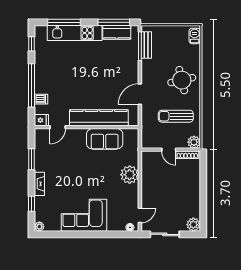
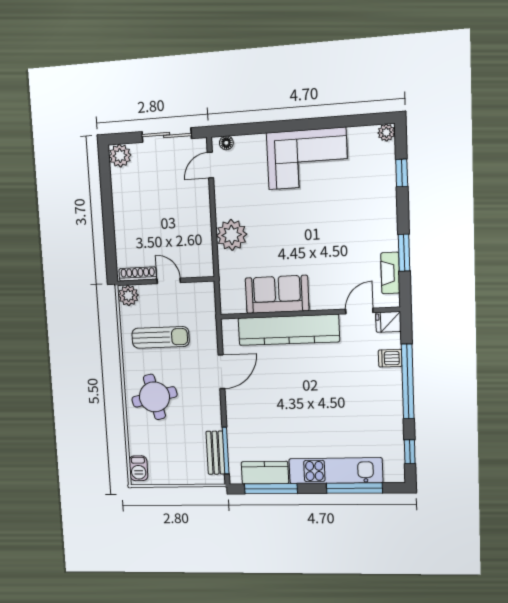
fireplace: (39, 184) -> (390, 273), moved

